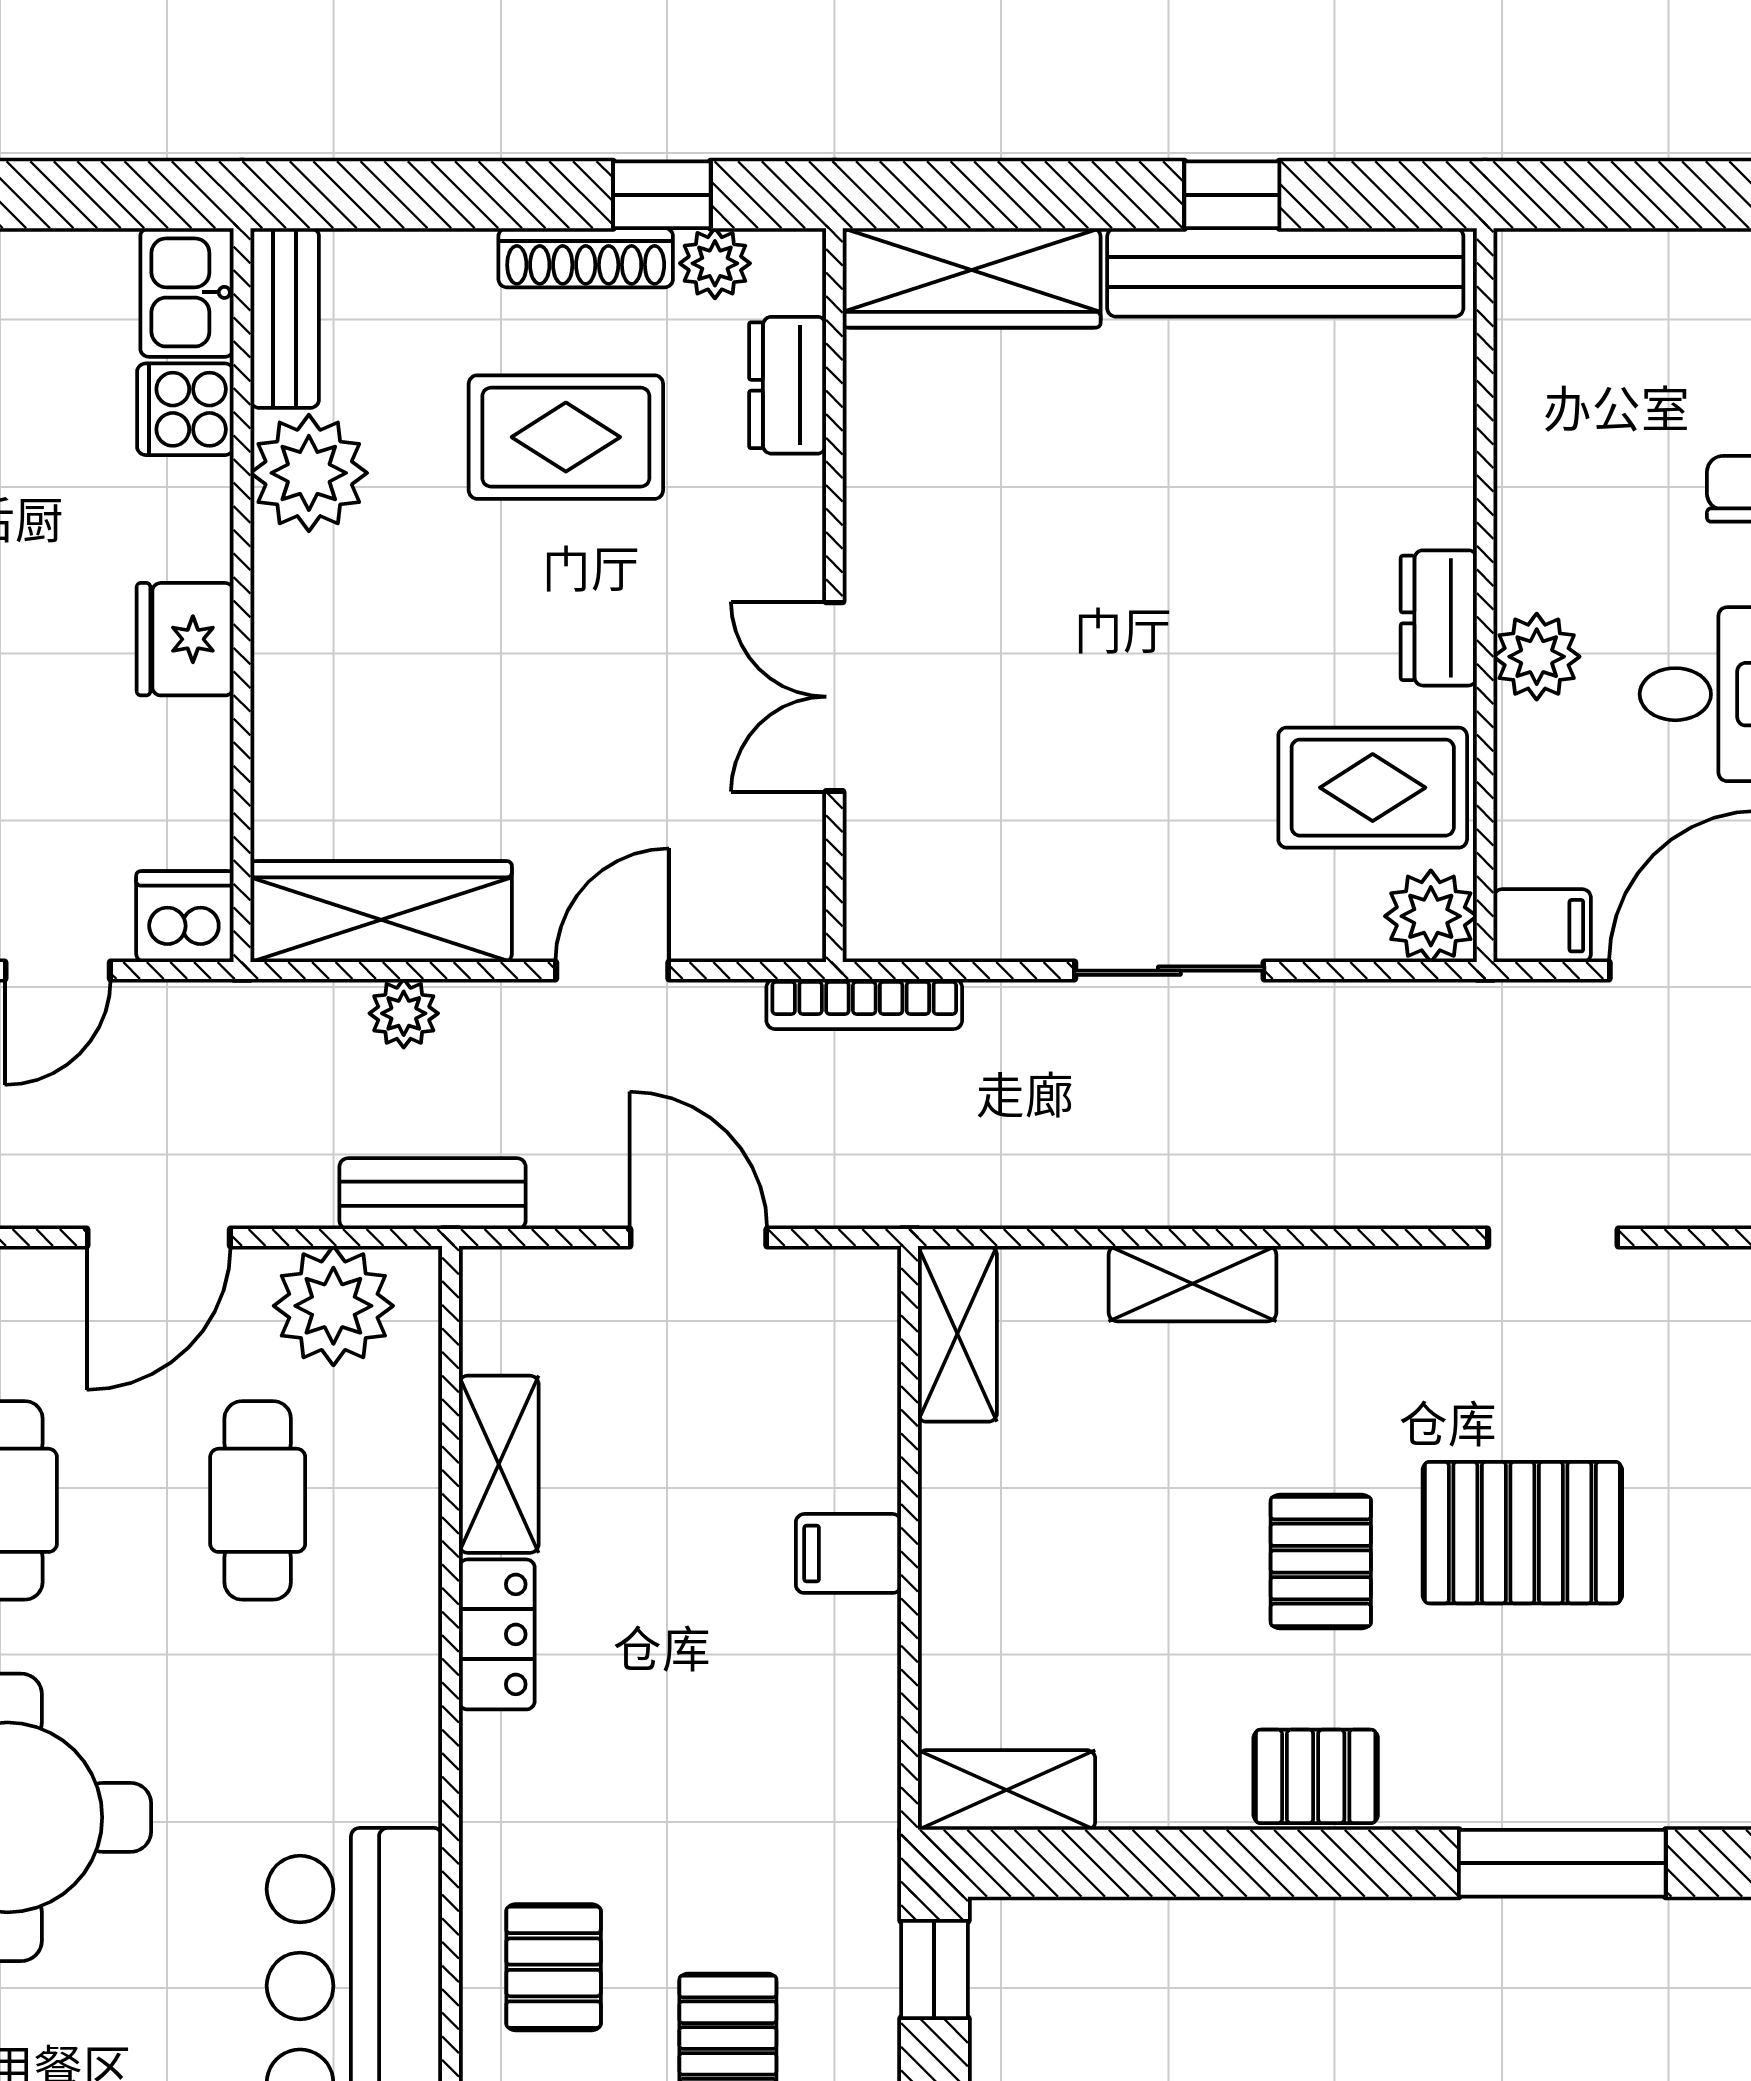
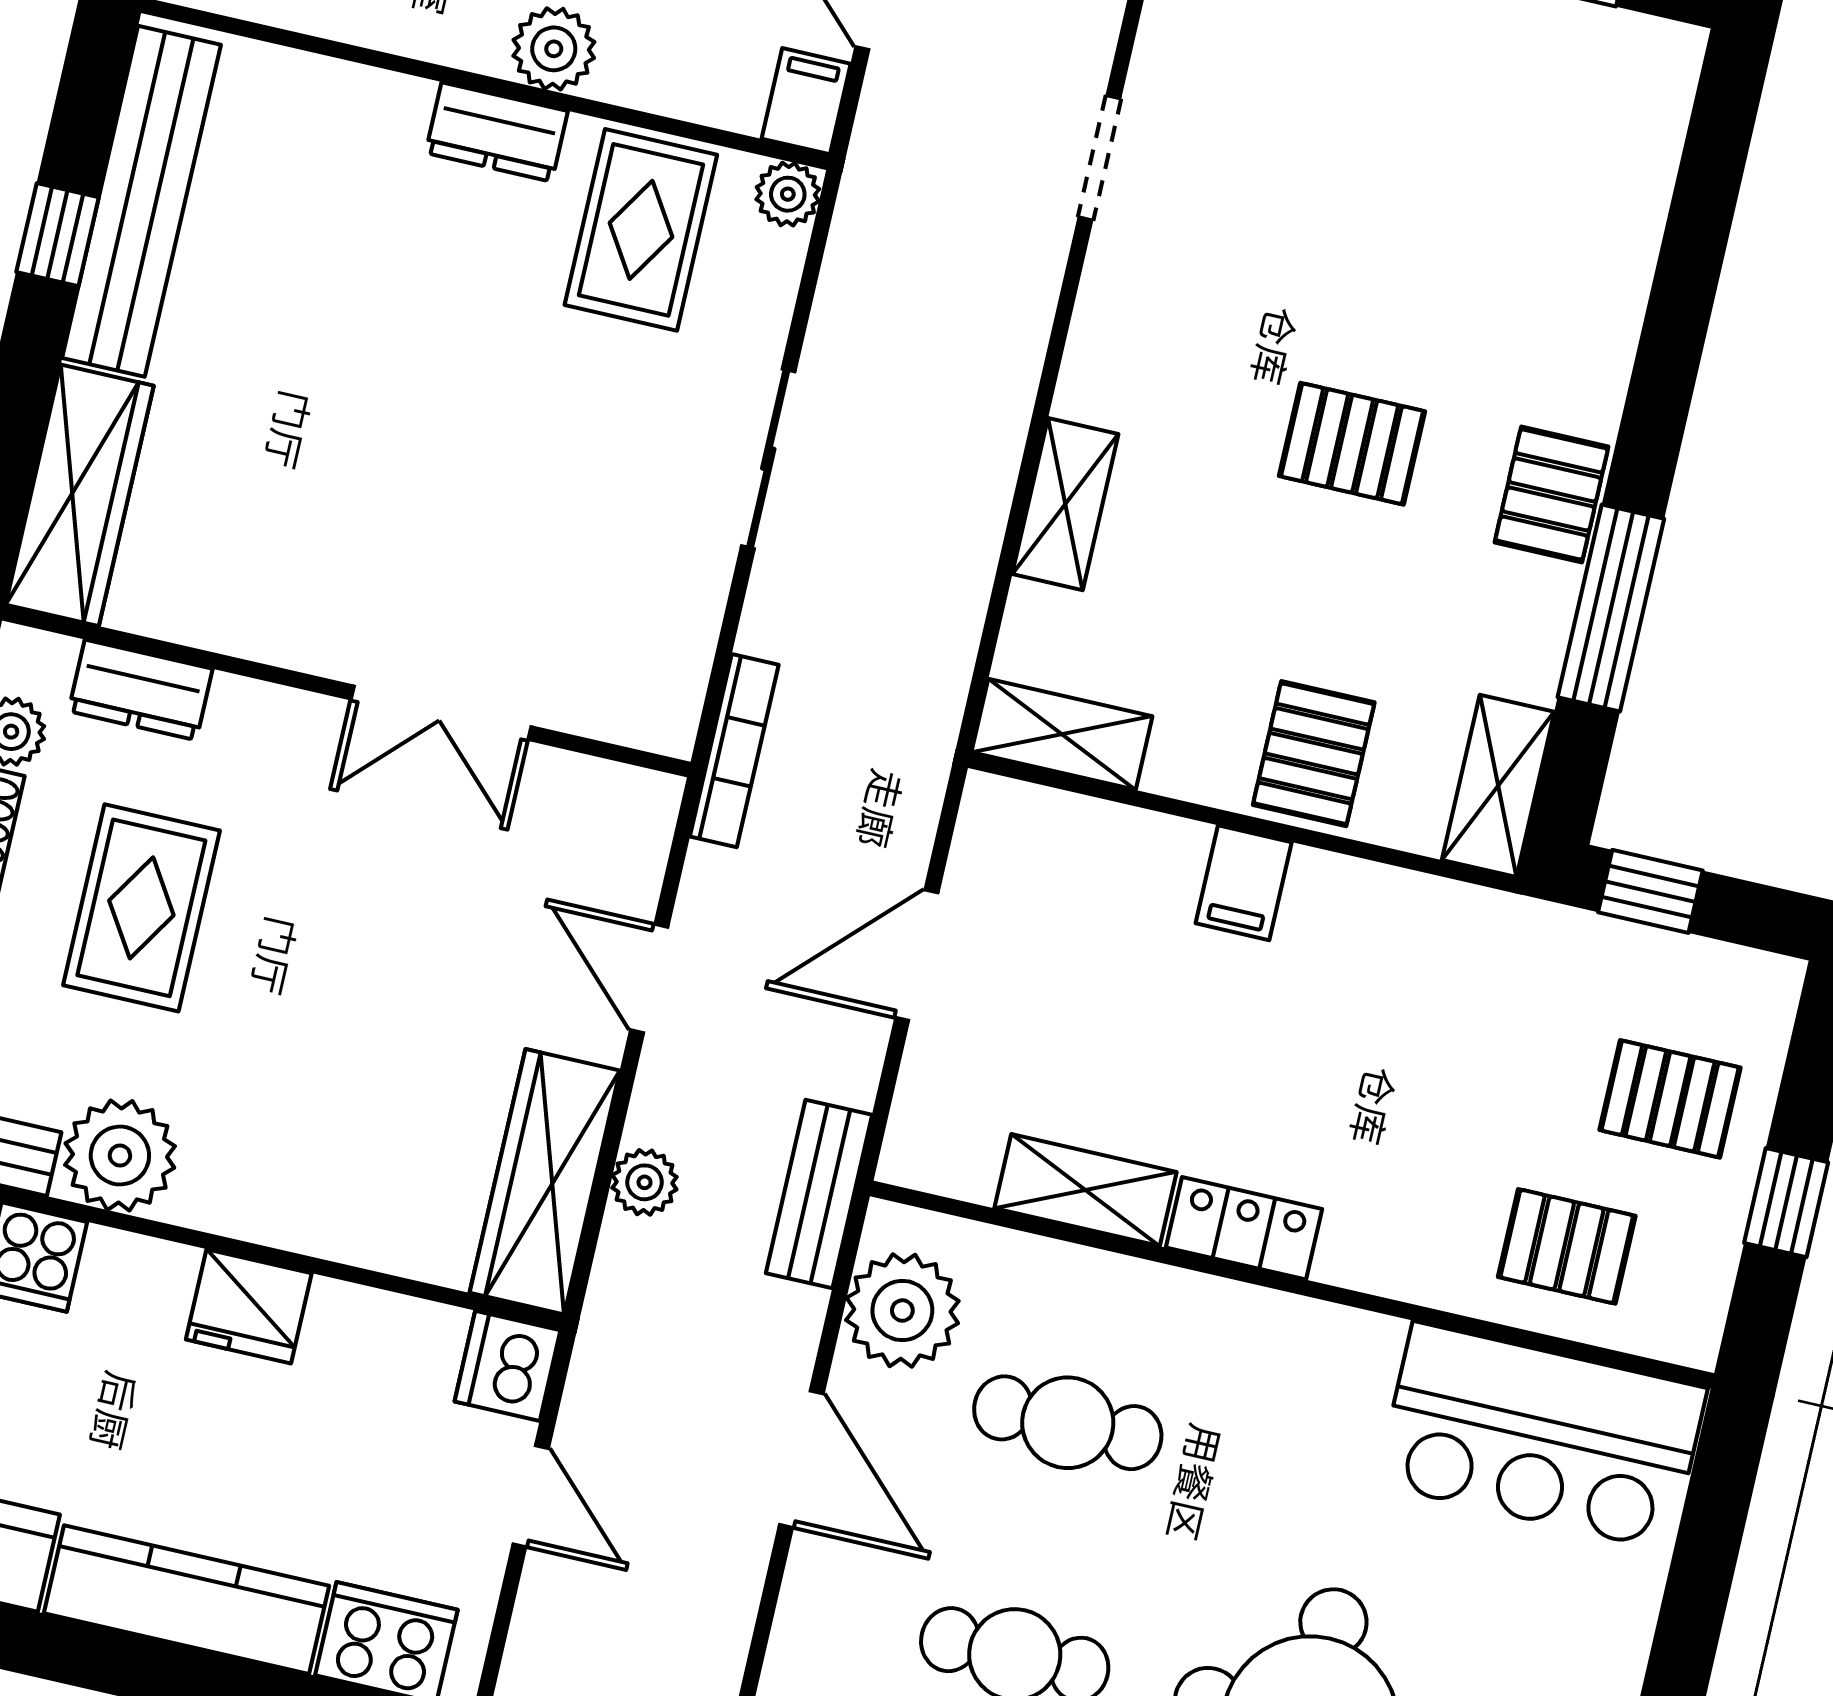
plant: (1431, 916) -> (788, 194), width x0.73, depth x0.73
pallet: (1522, 1533) -> (1314, 754), moved, width x0.67, depth x0.71
window: (1562, 1863) -> (1611, 608), moved

